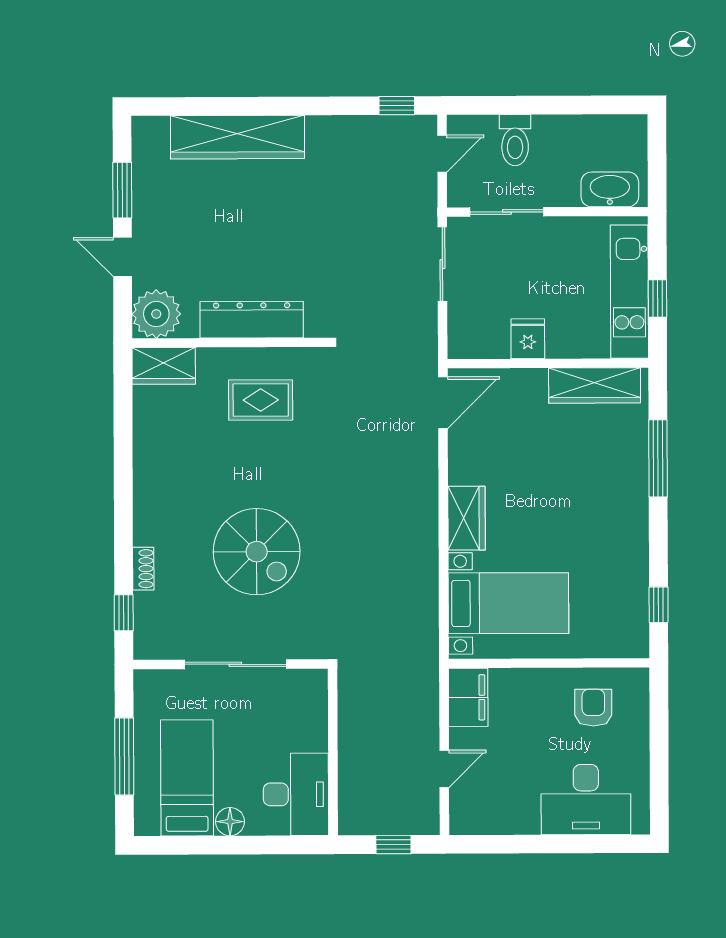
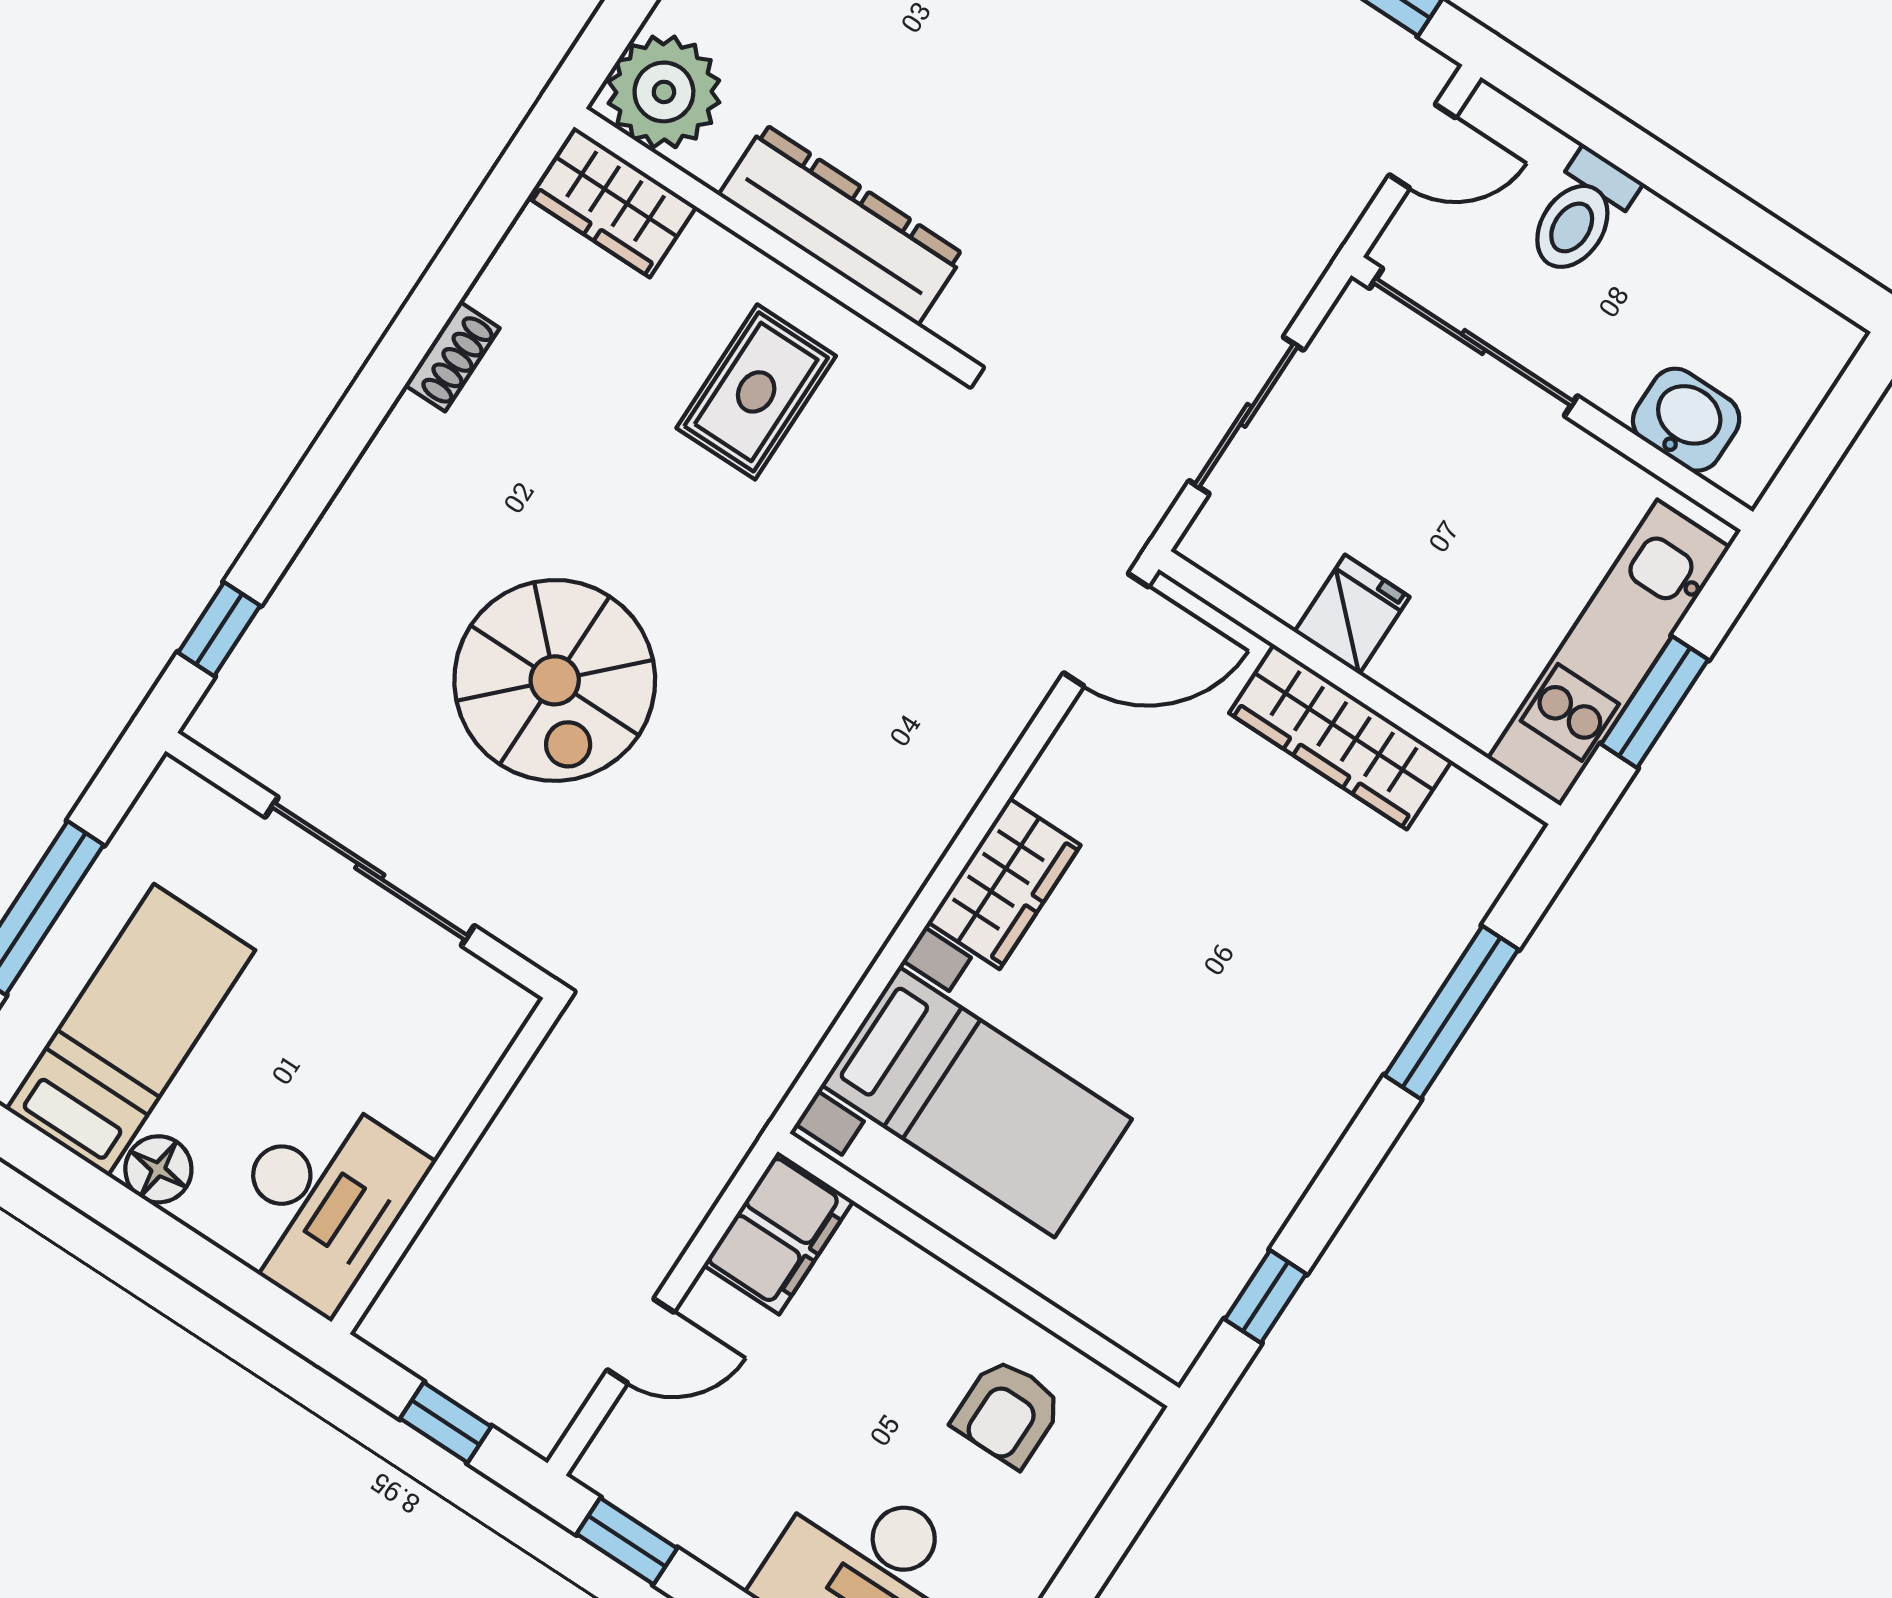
washbasin: (610, 189) -> (1686, 420), width x0.72
sliding door: (507, 212) -> (1473, 342), width x1.37
sliding door: (442, 264) -> (1246, 415), moved
window: (657, 298) -> (1655, 702), width x1.50
wardrobe: (595, 385) -> (1340, 737), moved
rug: (261, 400) -> (756, 392), turned 90
shoe rack: (143, 569) -> (452, 357), moved
armchair: (593, 708) -> (1008, 1412), turned 180
window: (487, 844) -> (627, 1541), added

